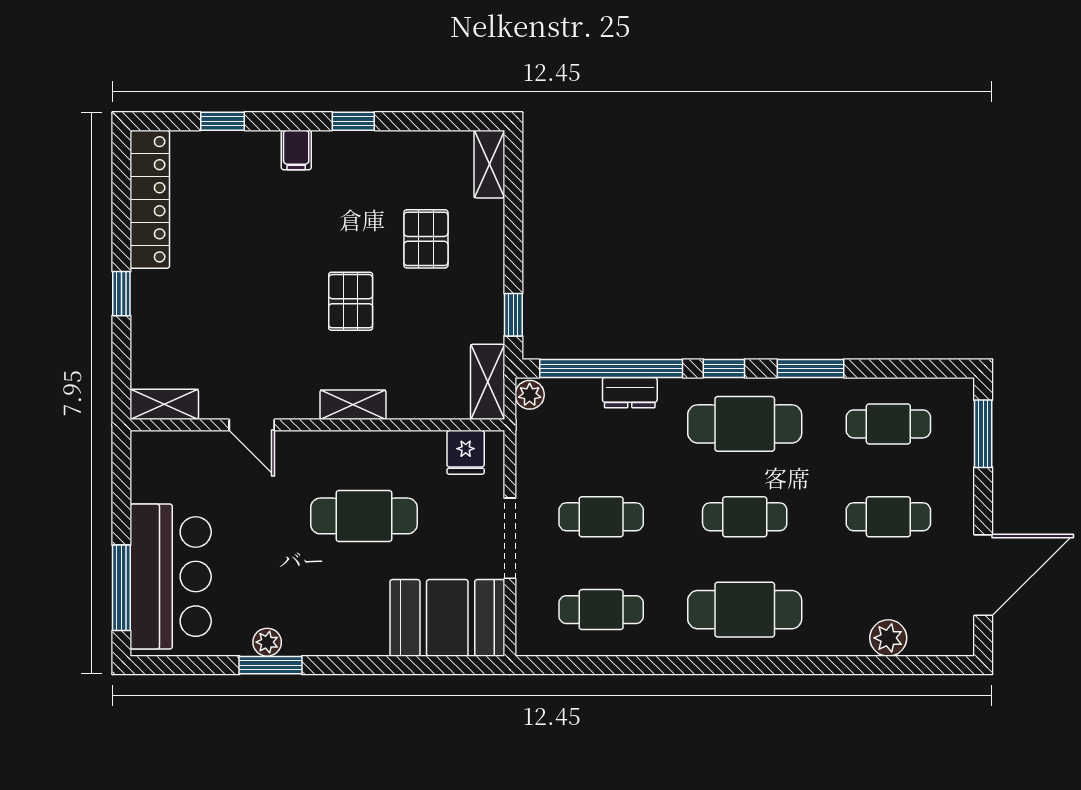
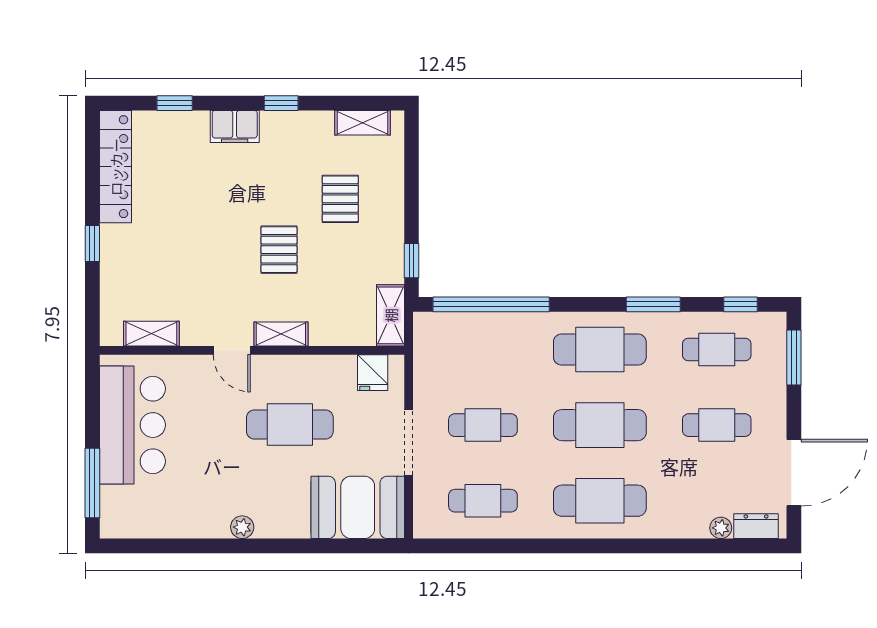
filing cabinet: (296, 150) -> (235, 126), width x2.00
shelving: (489, 164) -> (363, 123), moved, turned 90
window: (724, 368) -> (740, 304), moved
dresser: (630, 393) -> (756, 526), moved, turned 180
plant: (530, 395) -> (425, 326), removed
shelving: (164, 404) -> (151, 334), moved
door: (252, 425) -> (232, 350), moved
cafe table: (745, 517) -> (600, 425), width x1.37, depth x1.35
bar counter: (171, 577) -> (132, 425), moved
plant: (888, 638) -> (721, 528), width x0.73, depth x0.73
plant: (267, 642) -> (242, 527), moved
window: (271, 665) -> (214, 546), removed

